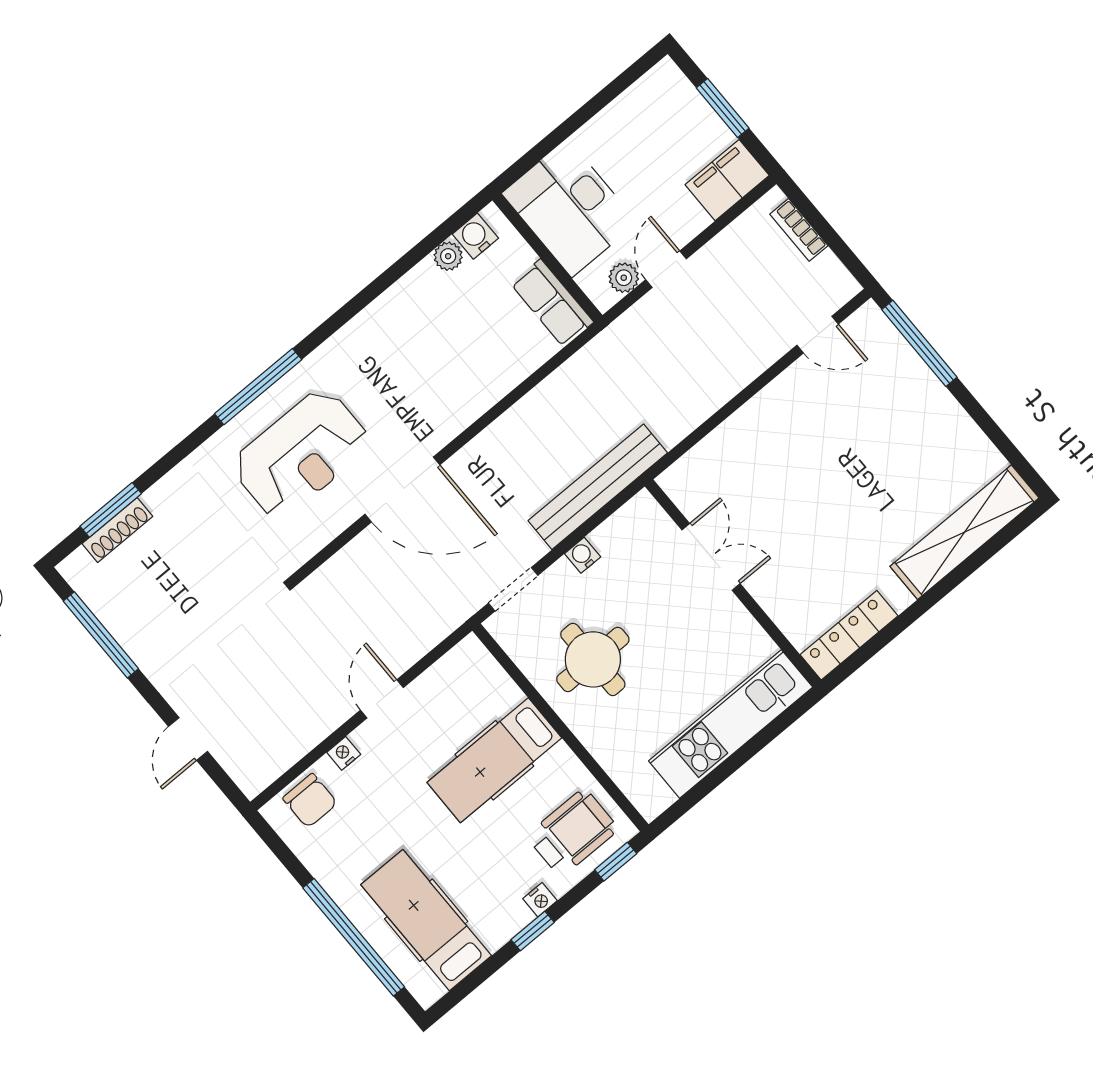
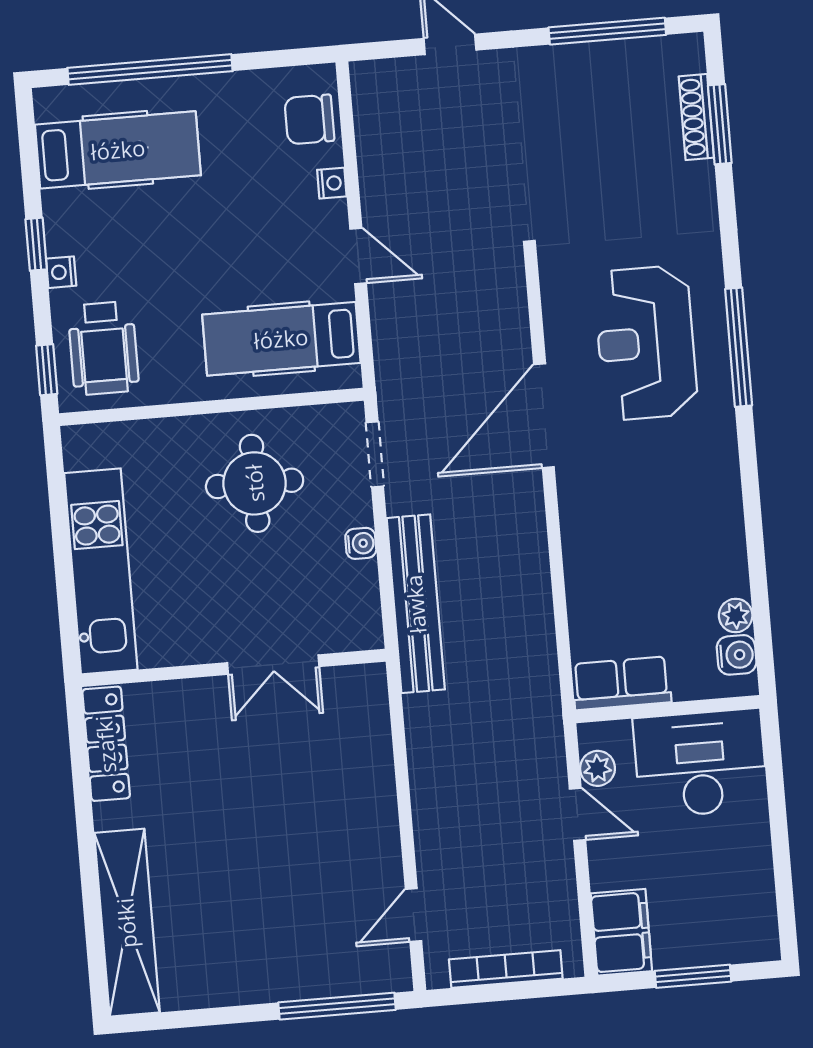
bookcase: (799, 230) -> (506, 969), width x1.56
hospital bed: (494, 760) -> (281, 339), moved, turned -90

